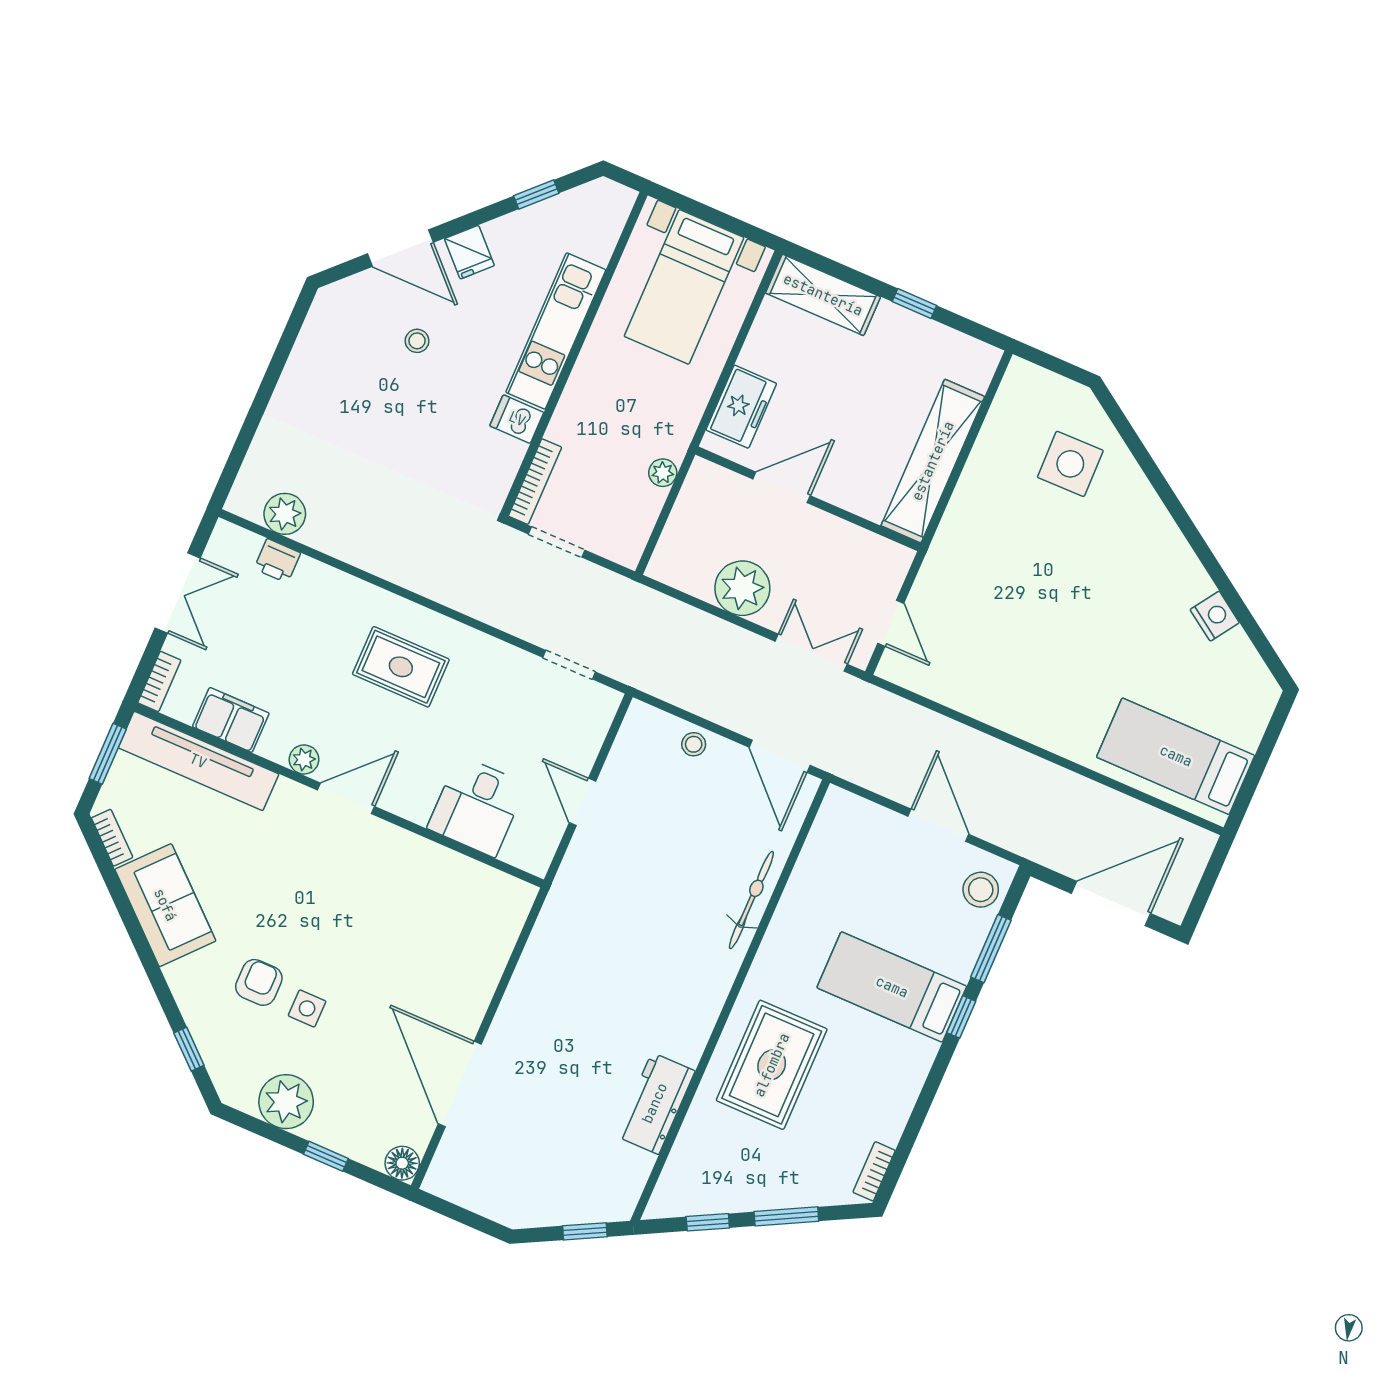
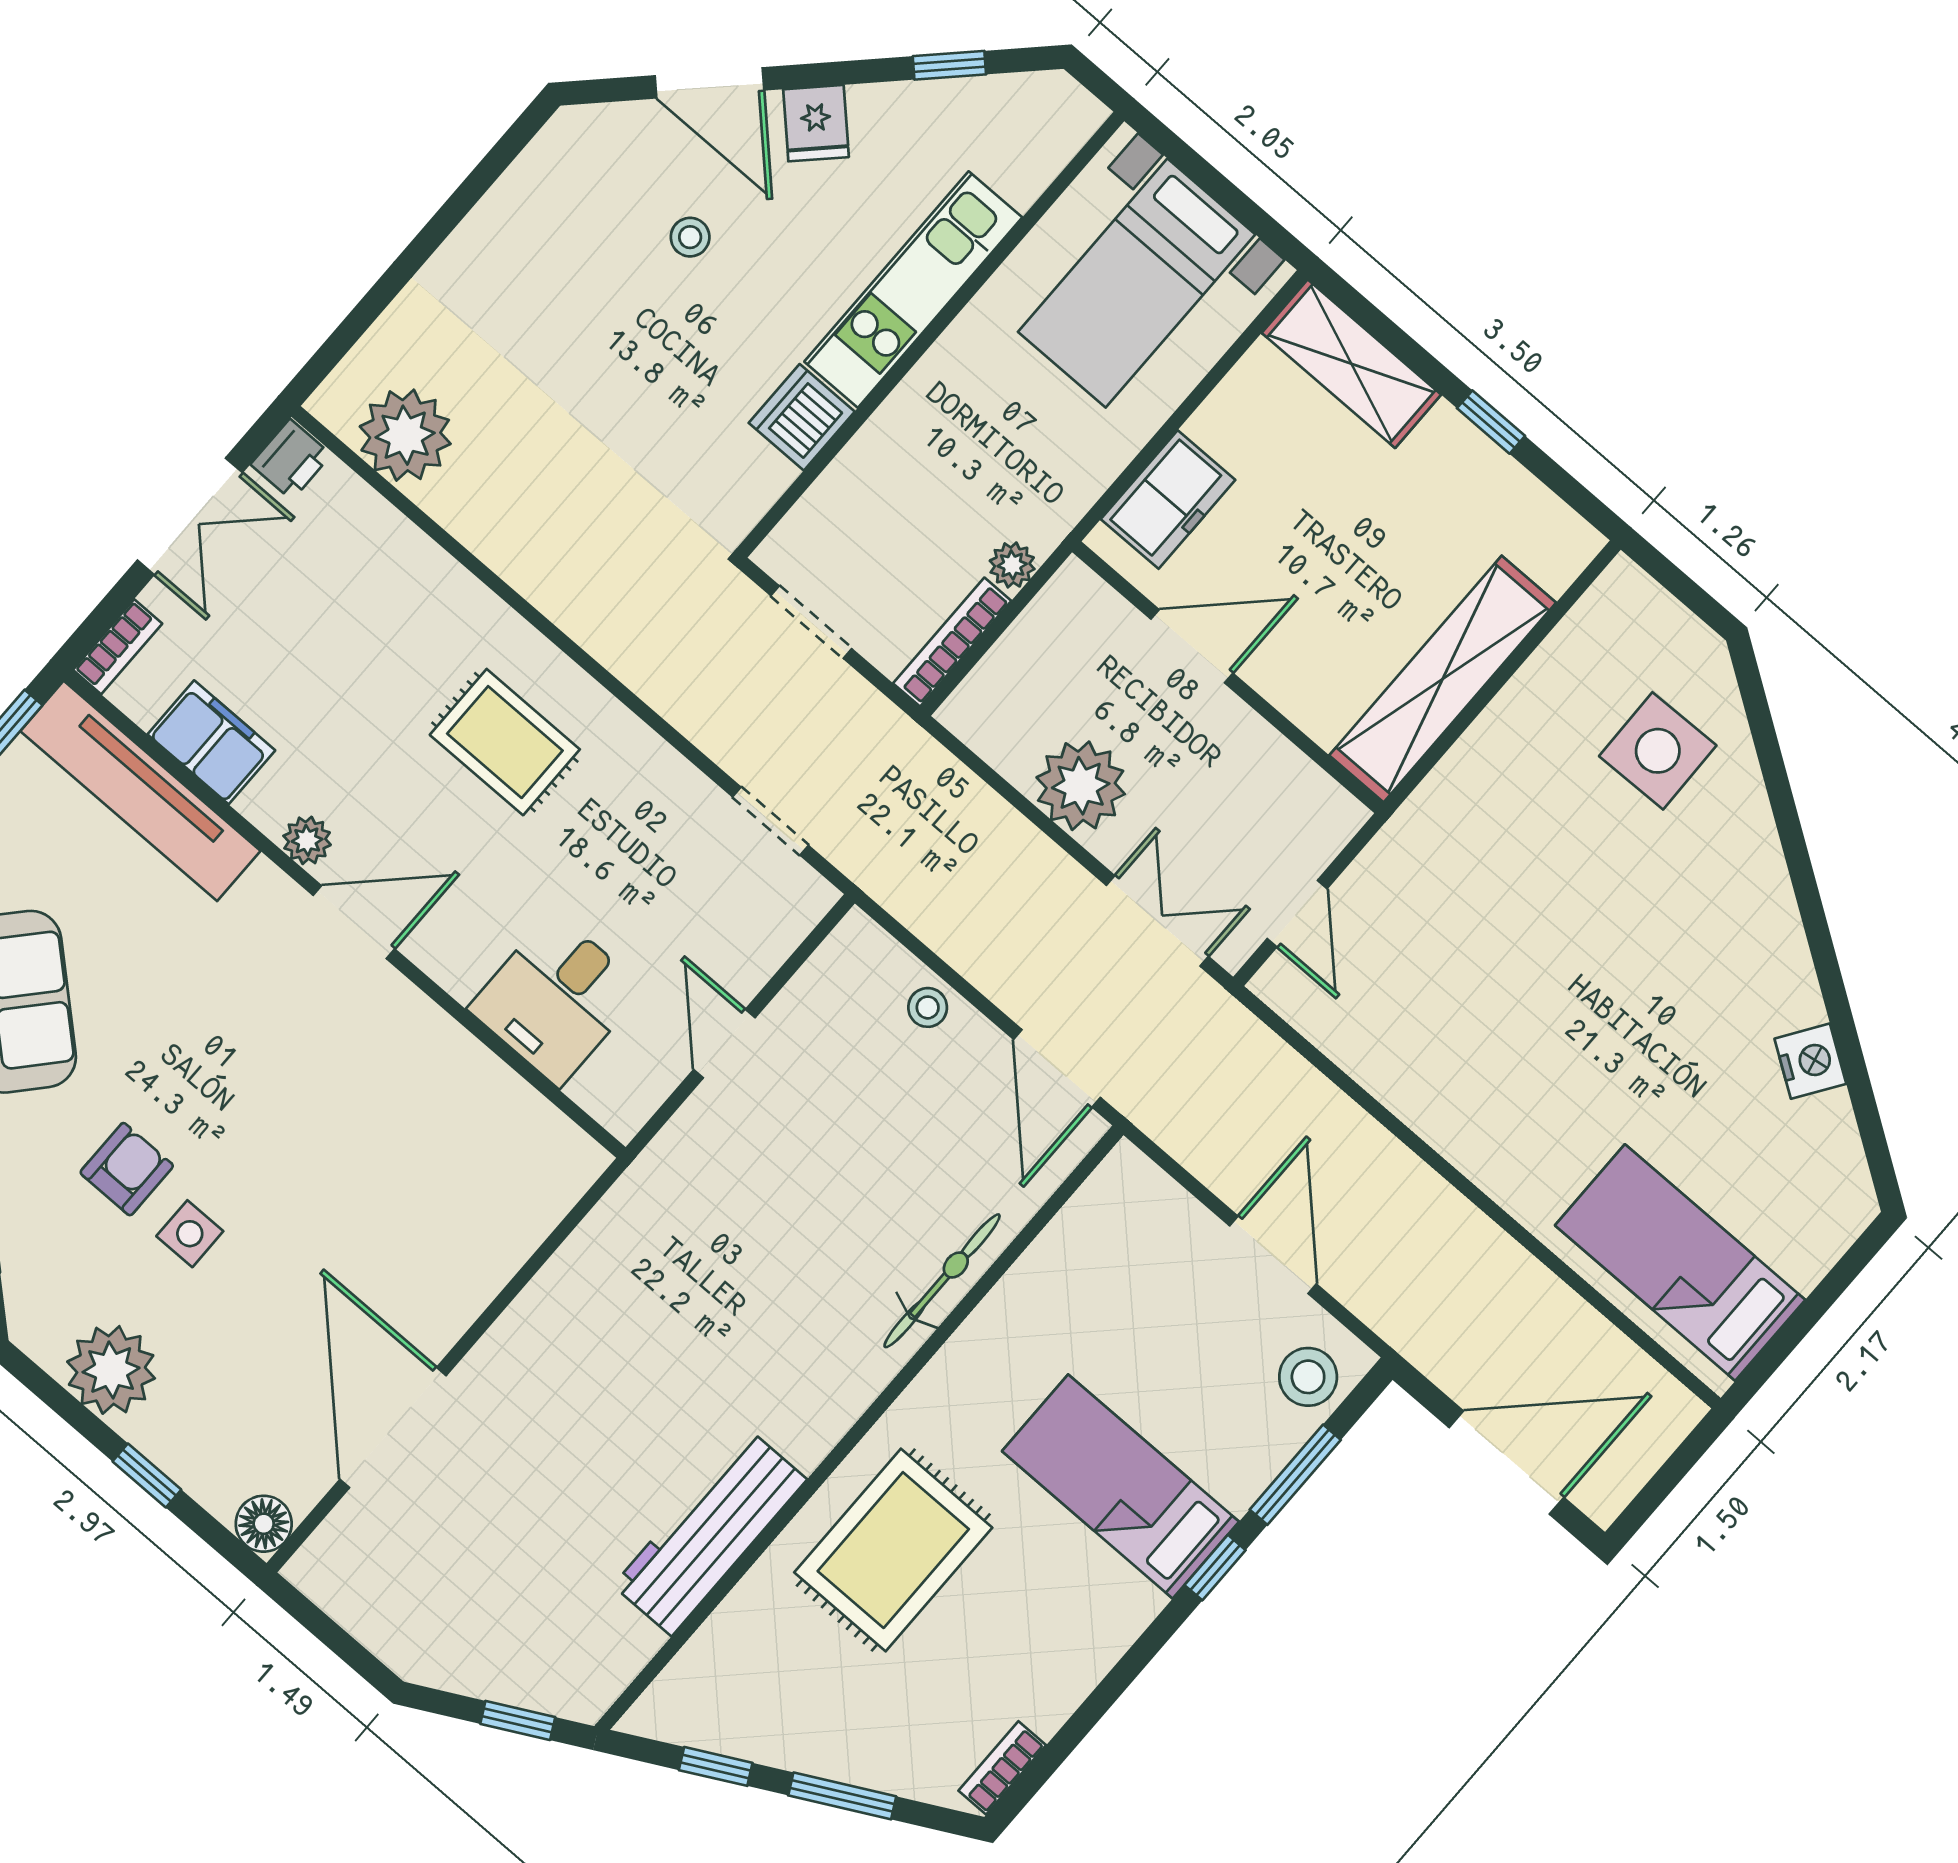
dishwasher: (517, 419) -> (802, 417), width x1.38
bookcase: (535, 482) -> (952, 642), moved, turned 180
plant: (285, 514) -> (405, 435), width x1.36, depth x1.36
printer: (277, 561) -> (291, 460), moved, turned -90
workbench: (655, 1103) -> (710, 1532), width x1.38

